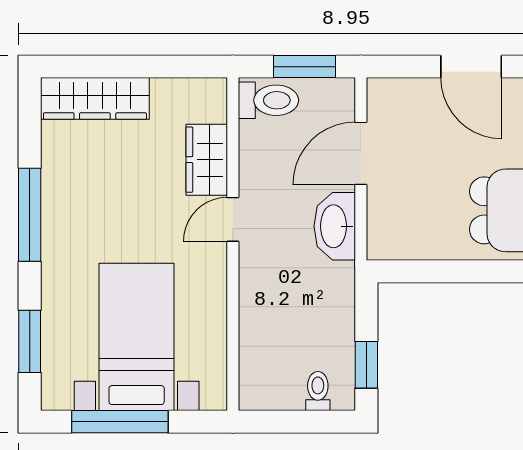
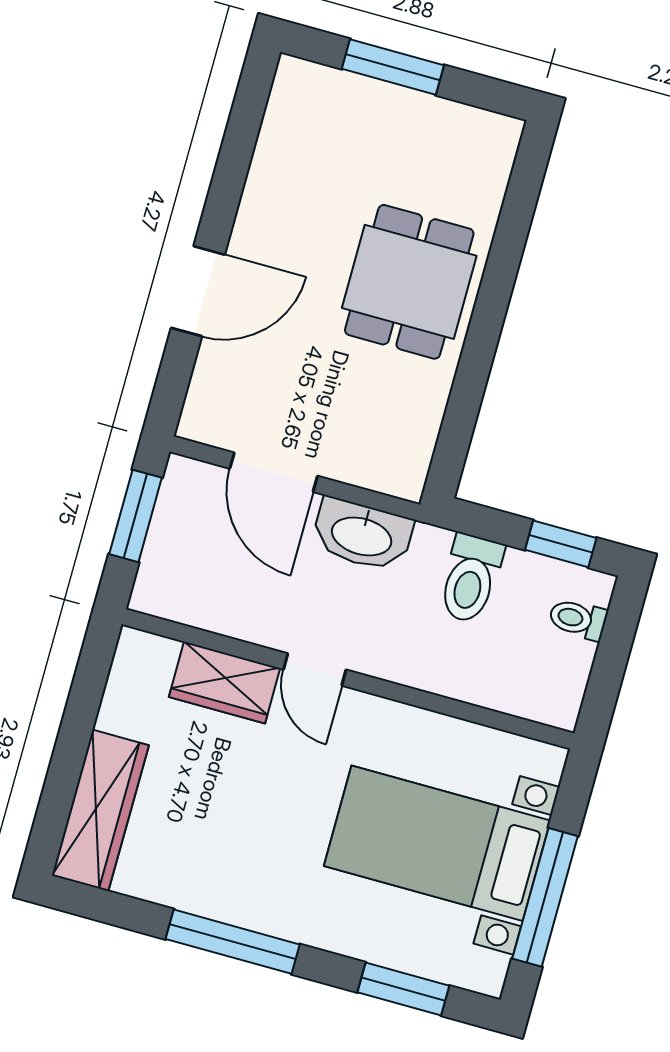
toilet: (268, 100) -> (471, 579), moved, turned 180

